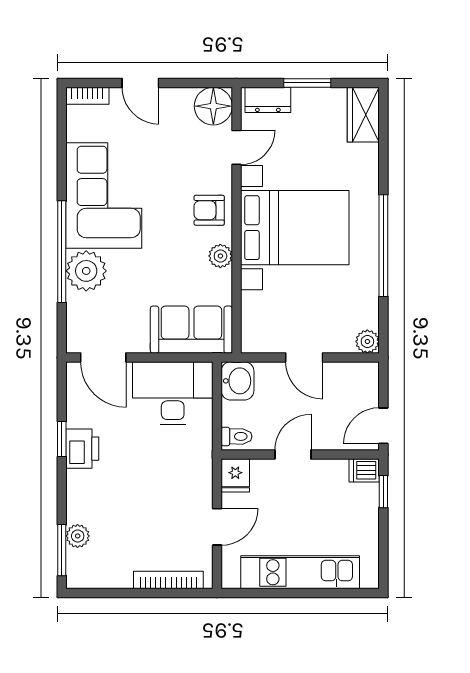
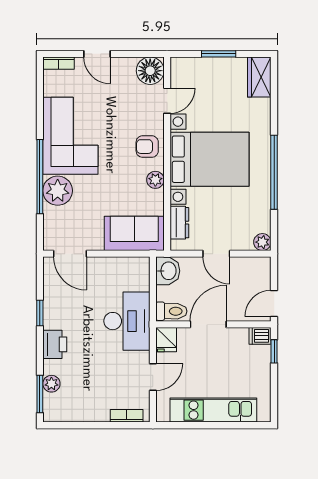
dresser: (268, 100) -> (179, 223), moved, turned -90
desk: (173, 393) -> (127, 321), moved, turned 90
toilet: (236, 436) -> (171, 311), width x1.37, depth x1.39
printer: (82, 449) -> (55, 344), moved
door: (293, 454) -> (208, 324), width x1.37
bookcase: (168, 580) -> (127, 416), width x0.64

